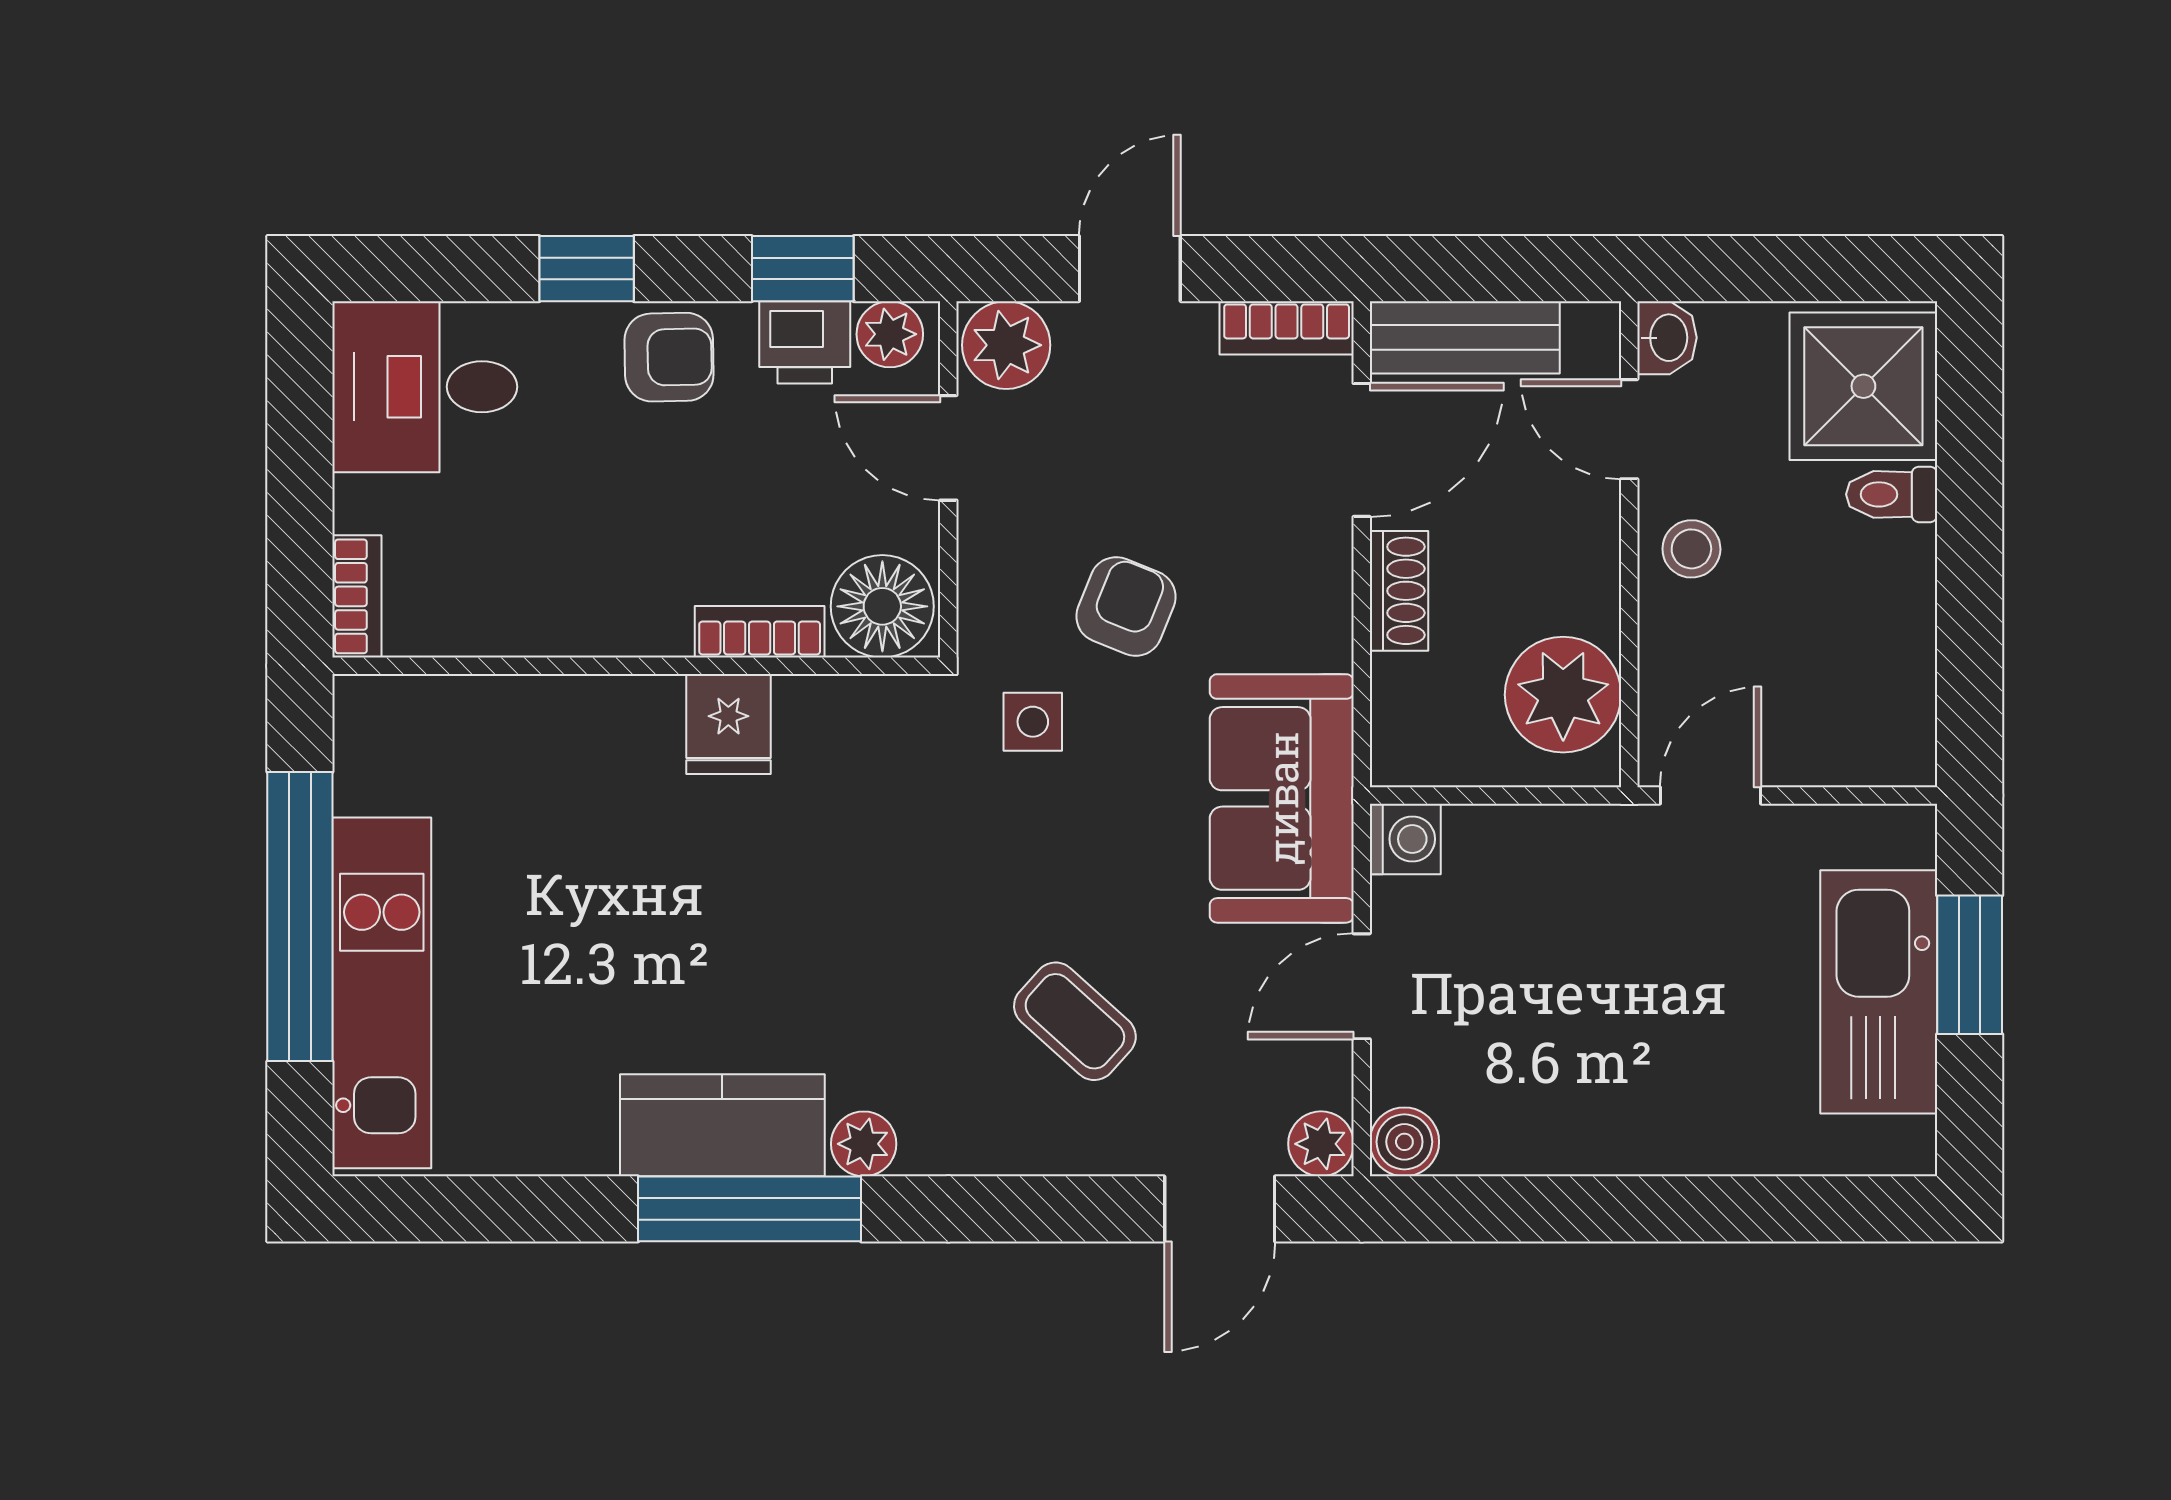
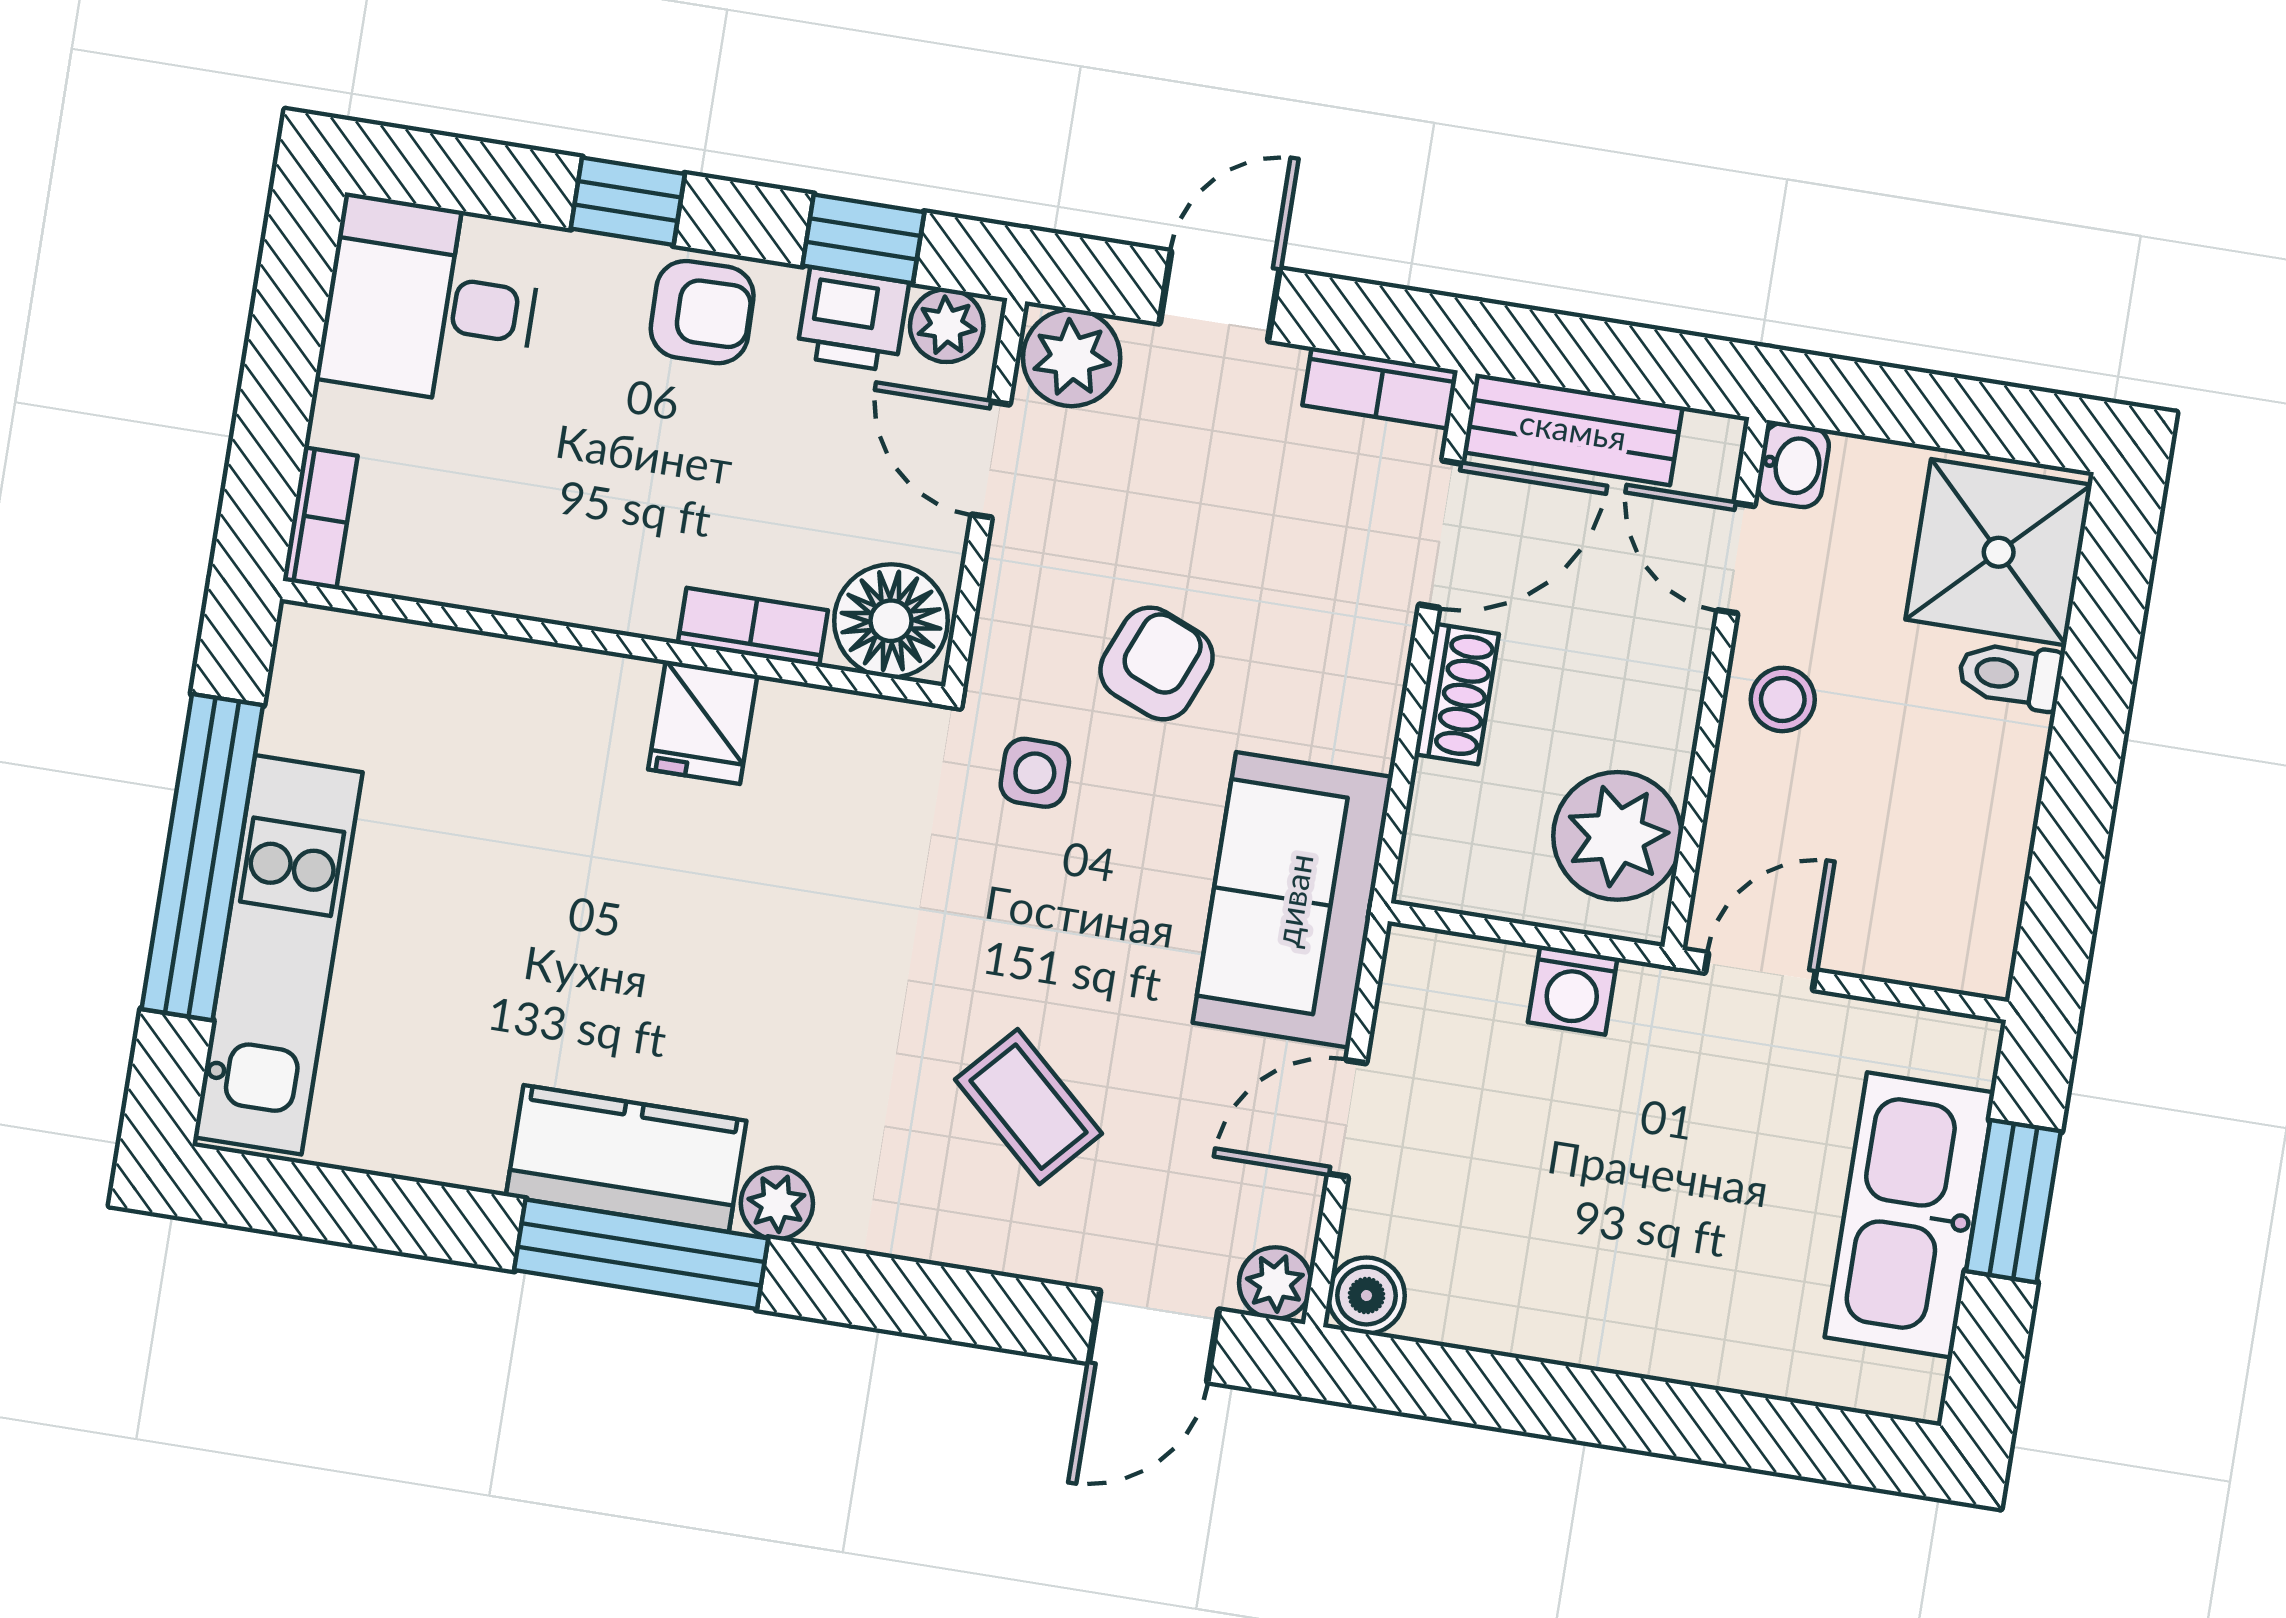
washing machine: (1405, 839) -> (1573, 990), moved, turned 90

